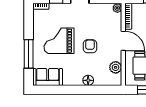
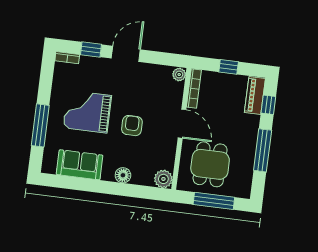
plant: (116, 67) -> (163, 179), moved
sofa: (48, 77) -> (80, 165), moved

